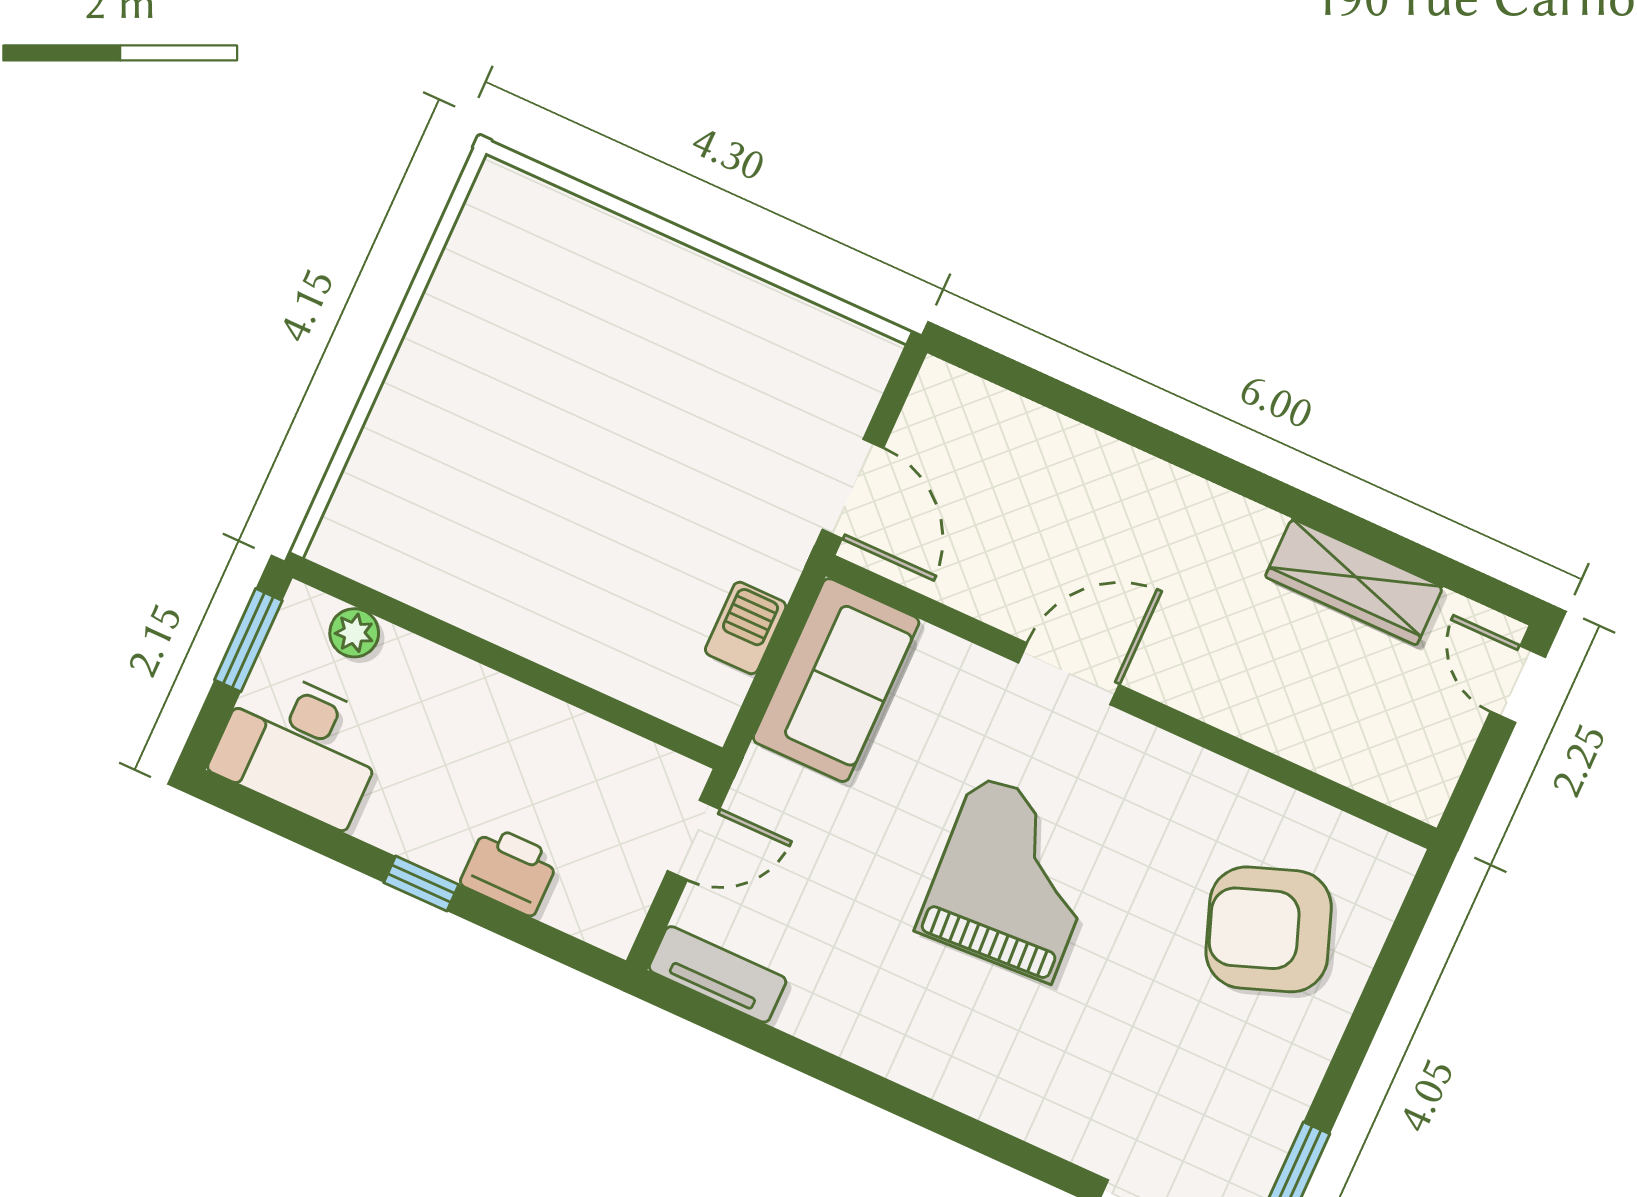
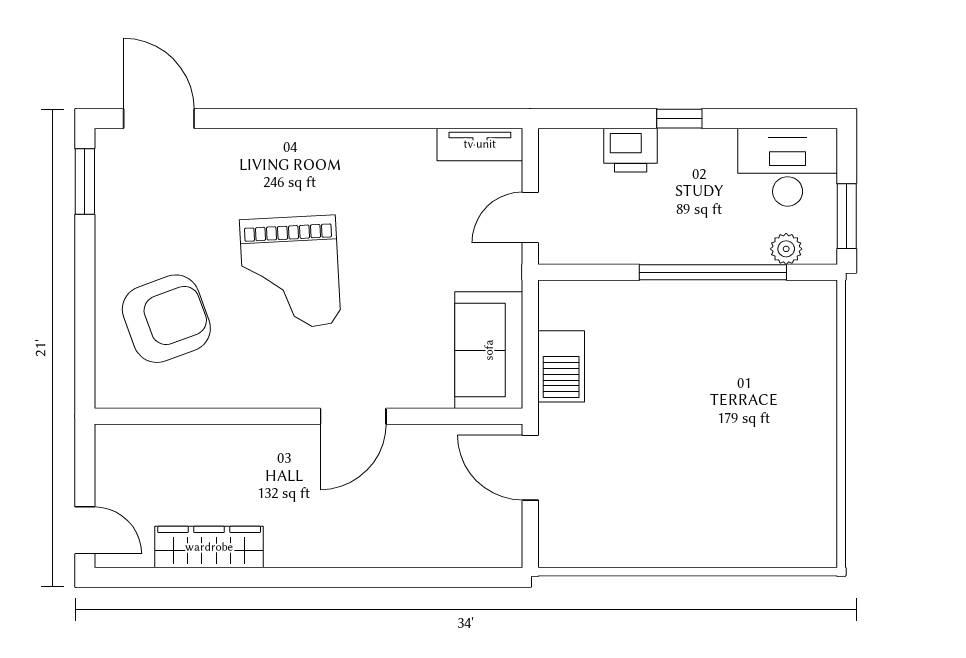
barbecue: (746, 628) -> (561, 366), width x1.38, depth x1.27
window: (472, 647) -> (713, 272), added
grand piano: (1013, 879) -> (290, 272), moved

